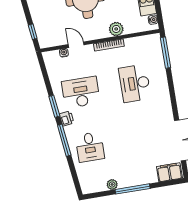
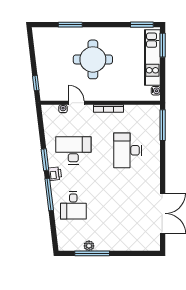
plant: (116, 29) -> (118, 94), removed
filing cabinet: (169, 172) -> (147, 243), removed
window: (133, 189) -> (92, 253), moved

